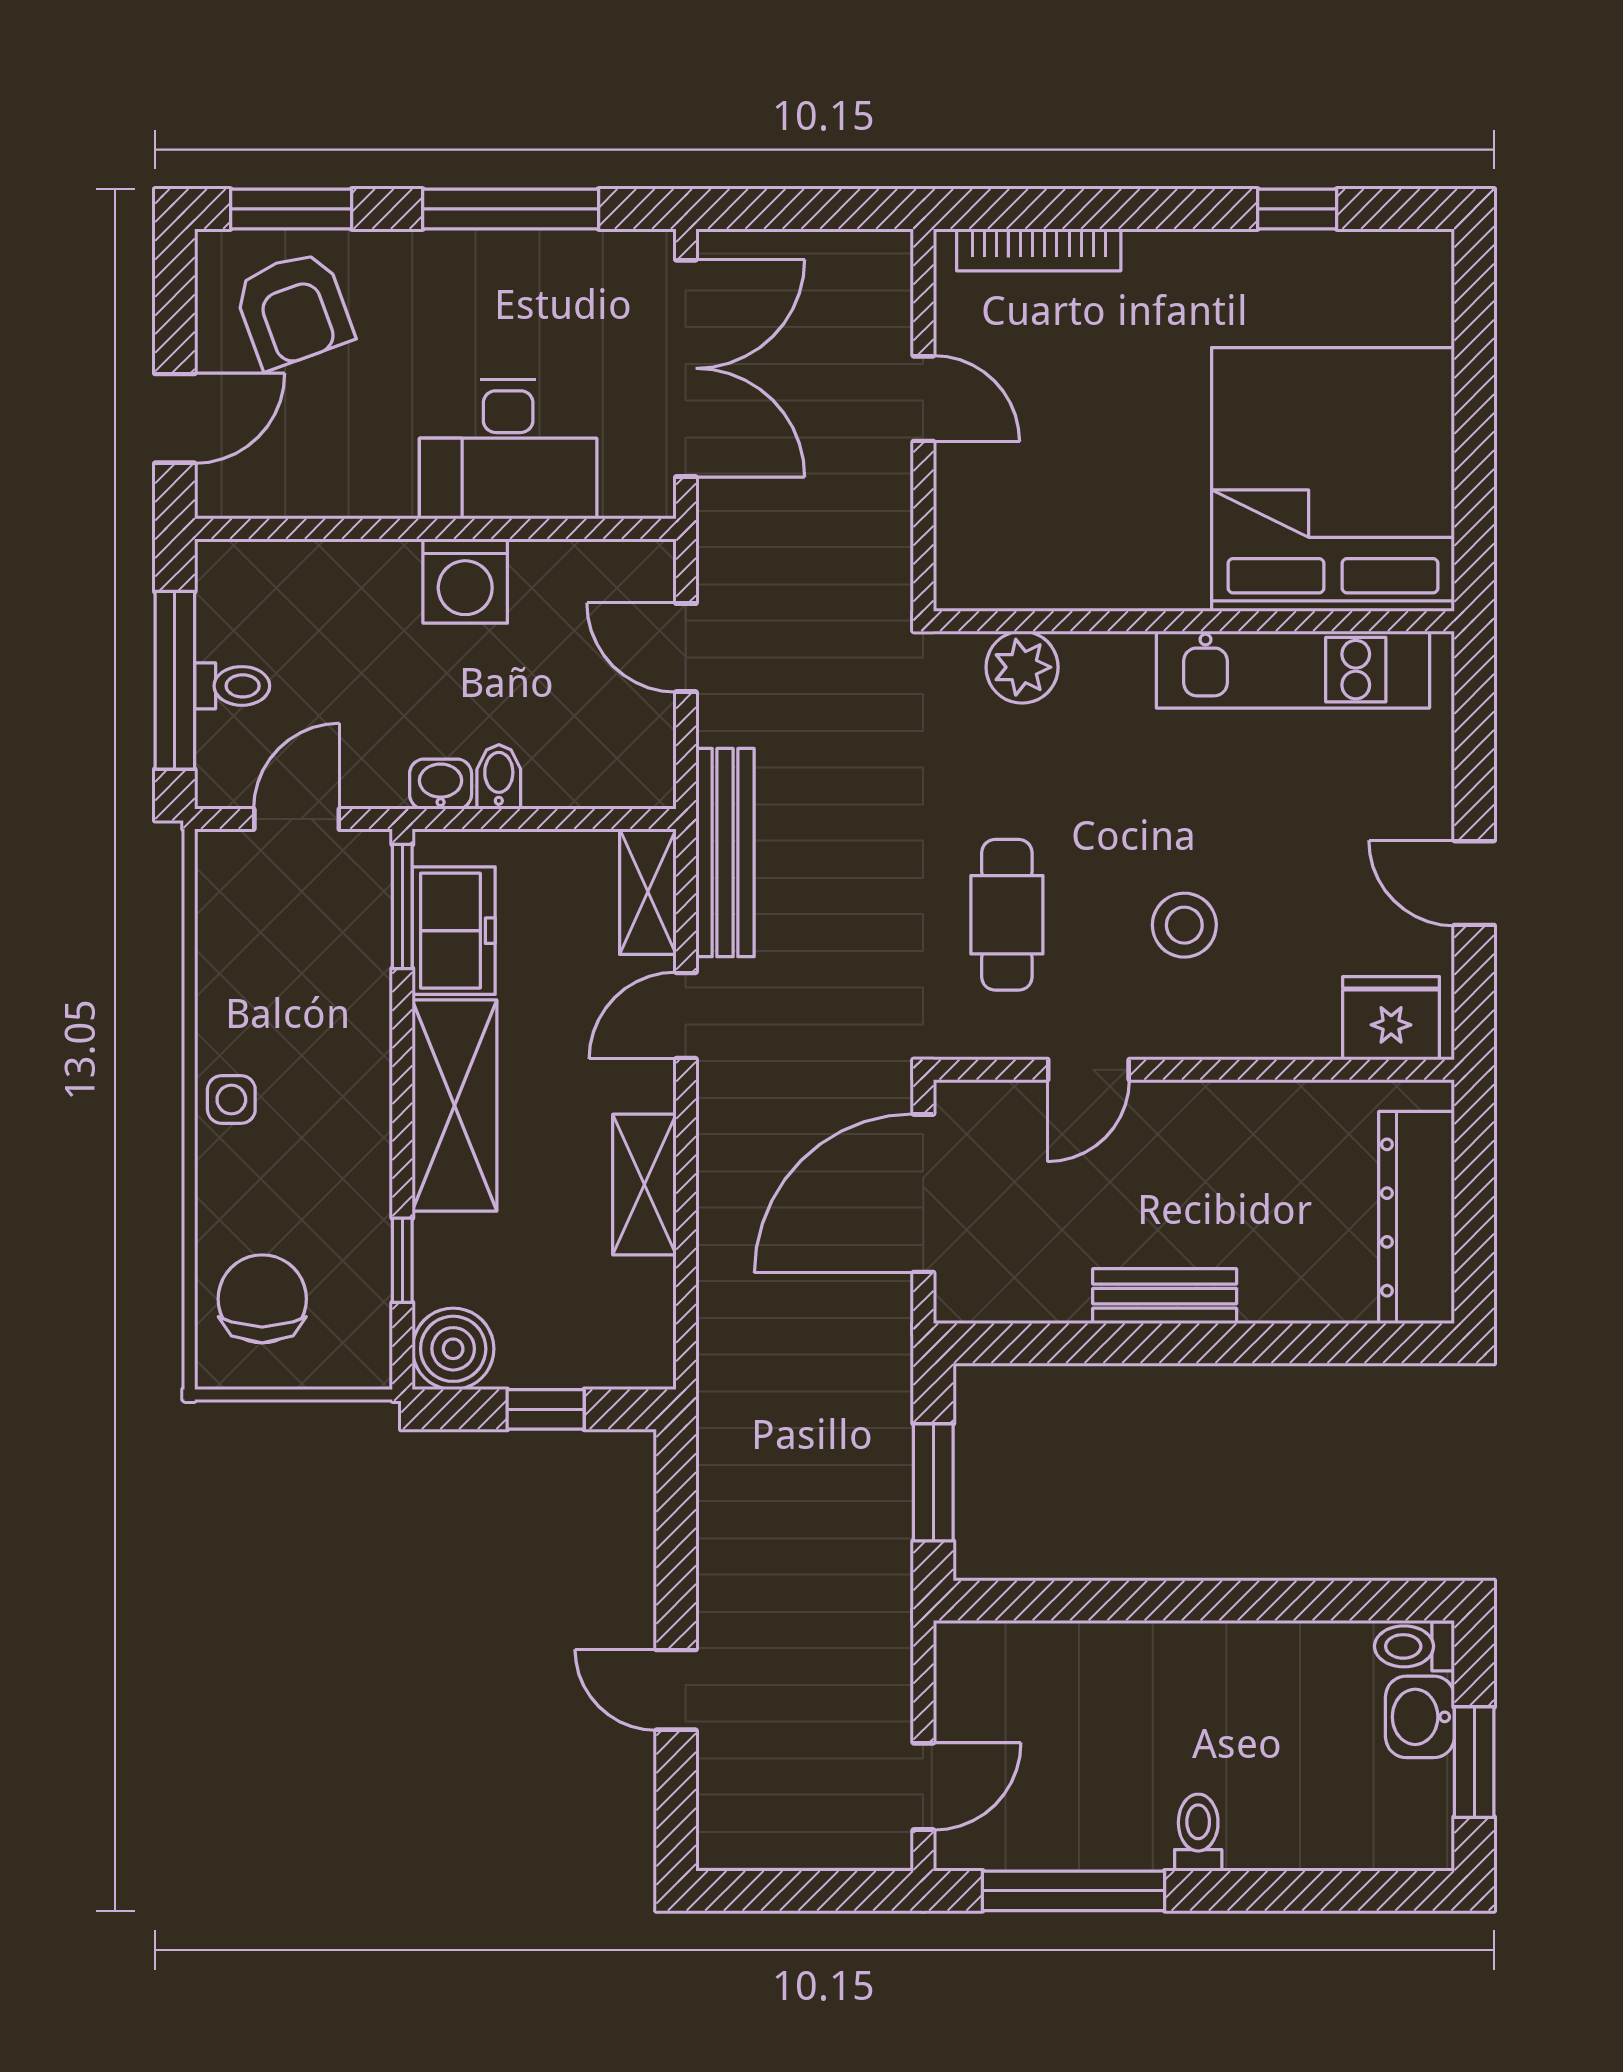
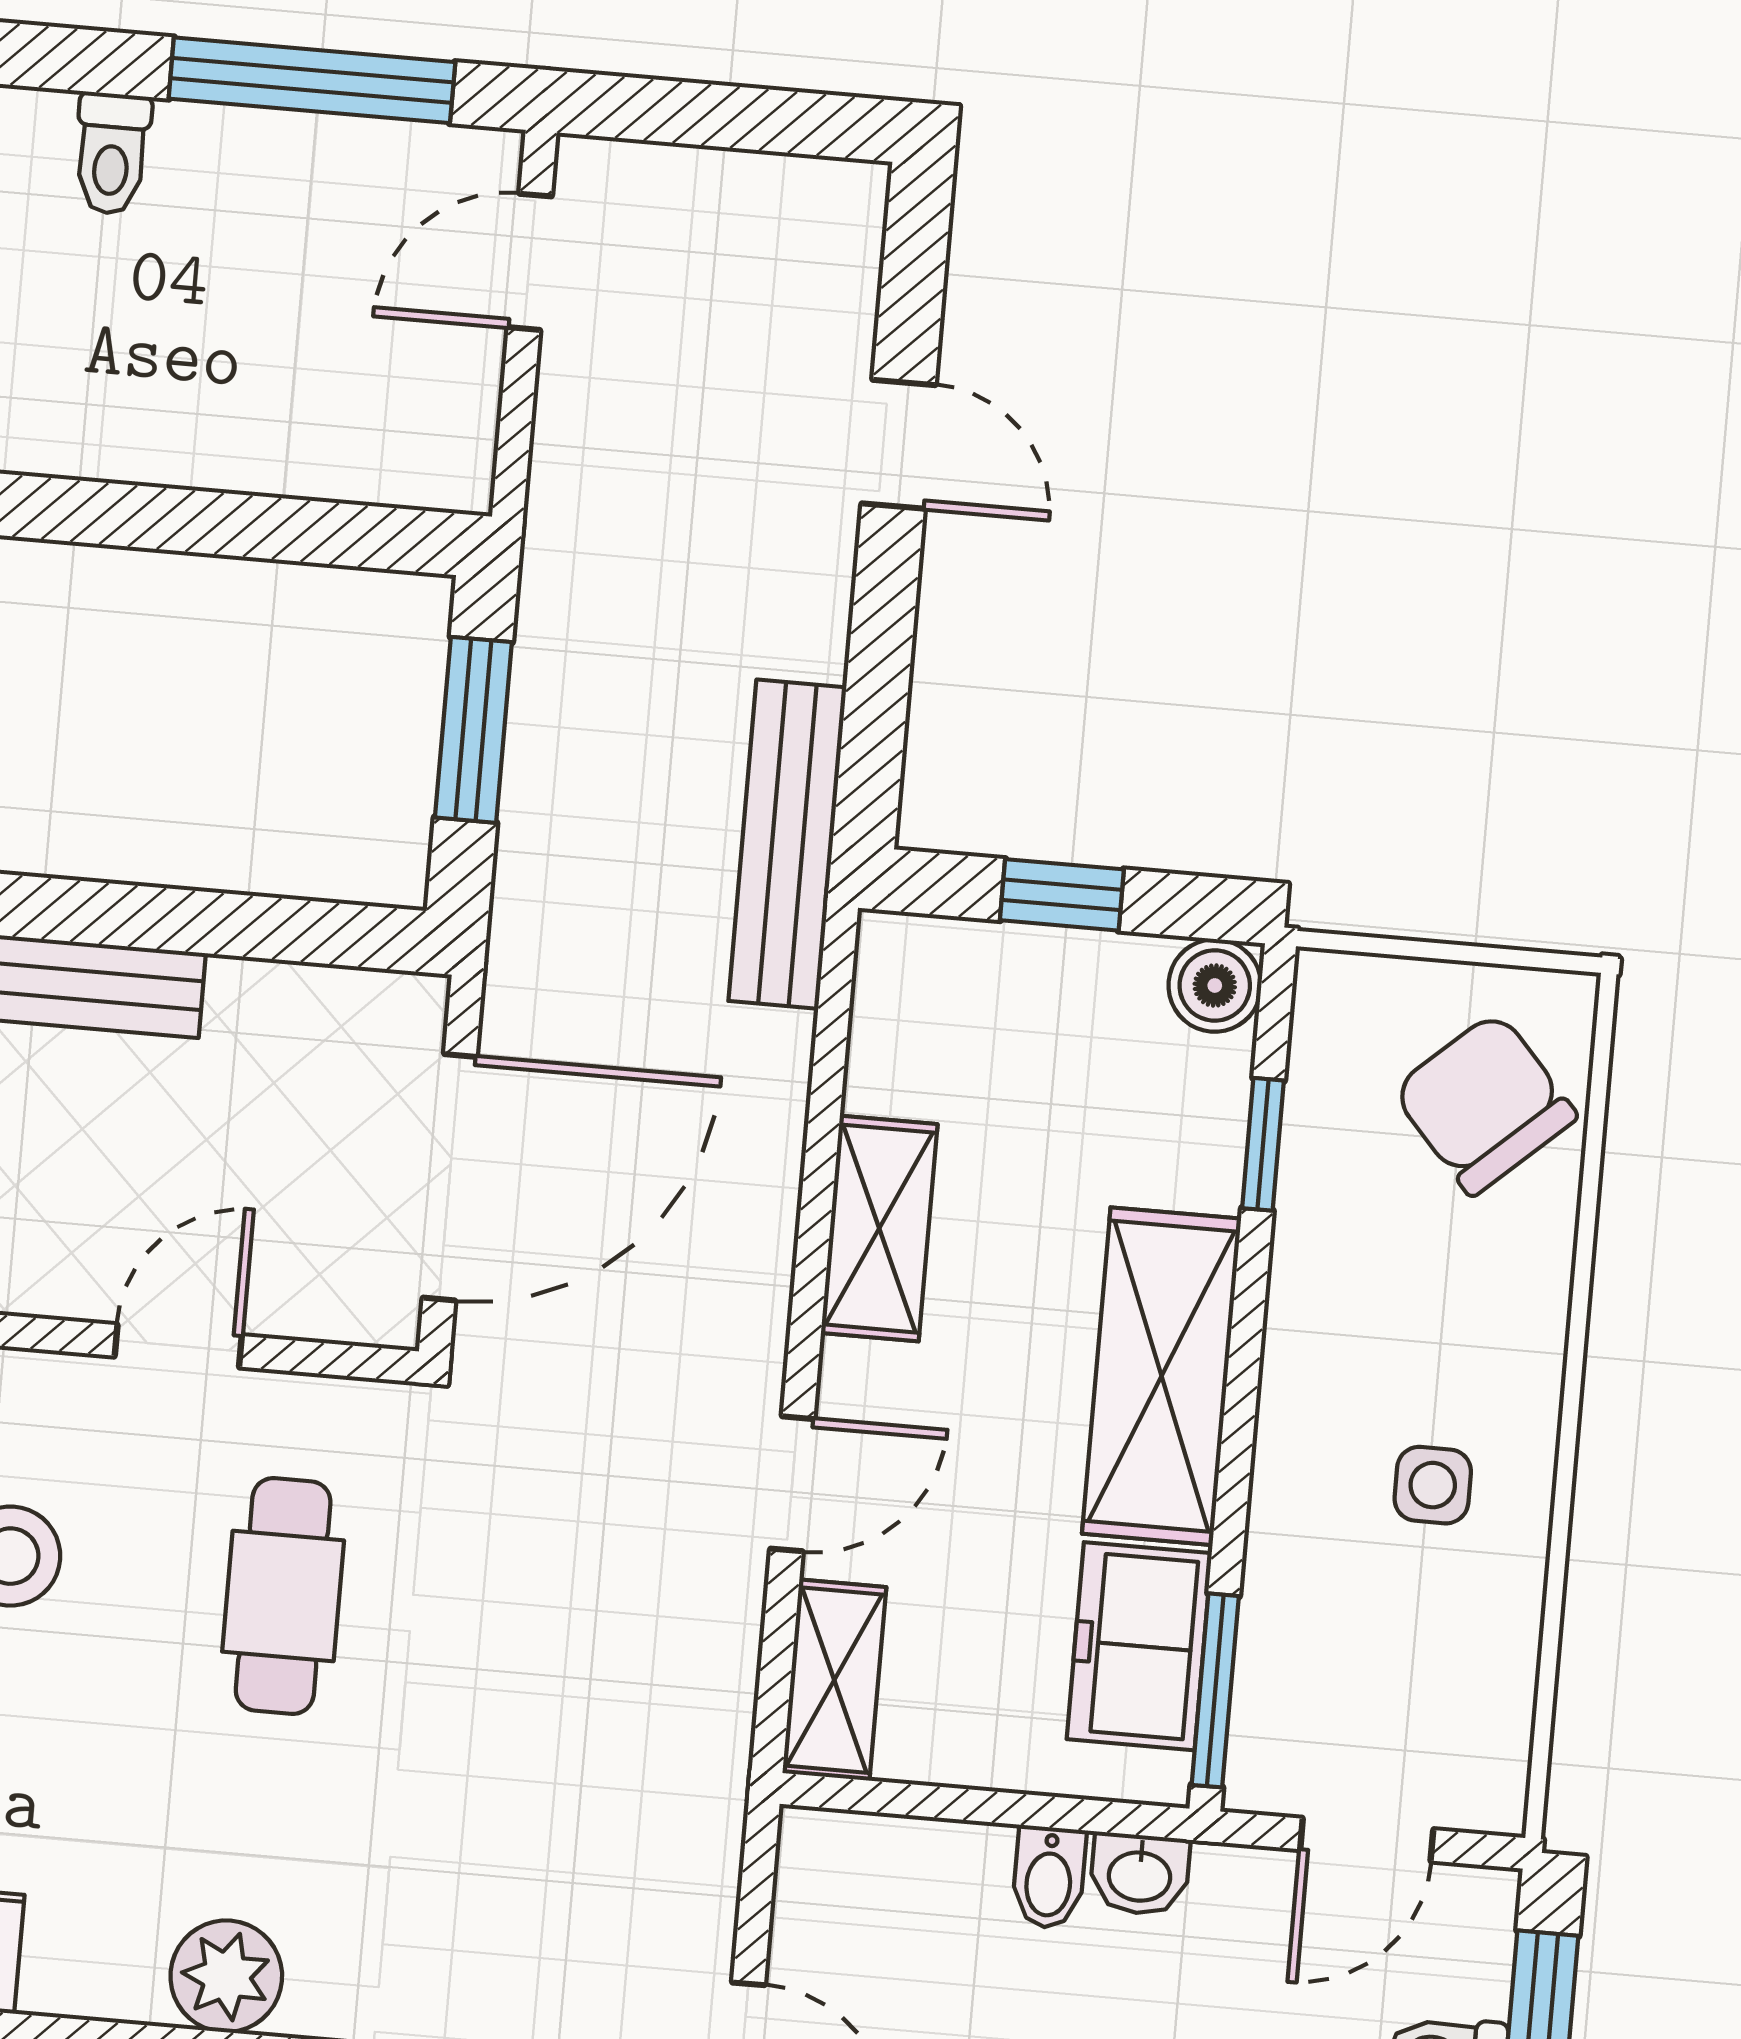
bench: (725, 853) -> (787, 844), moved
side table: (231, 1100) -> (1433, 1485), moved
chair: (262, 1299) -> (1485, 1104), turned 138
boiler: (453, 1349) -> (1215, 985), width x0.73, depth x0.73

